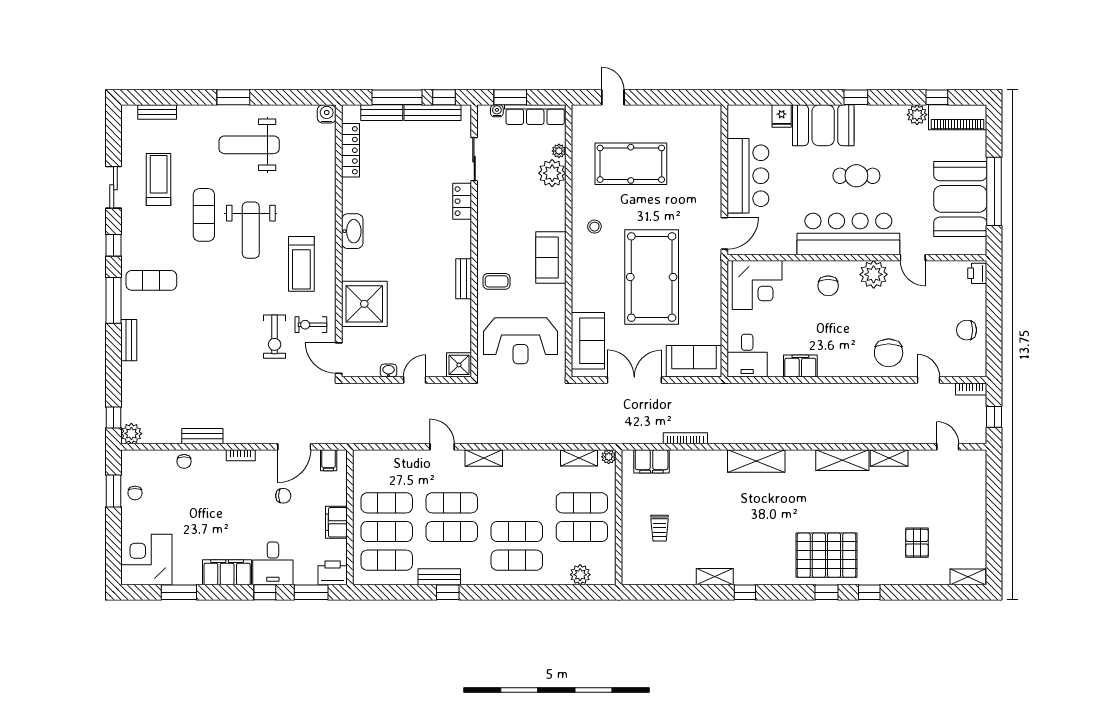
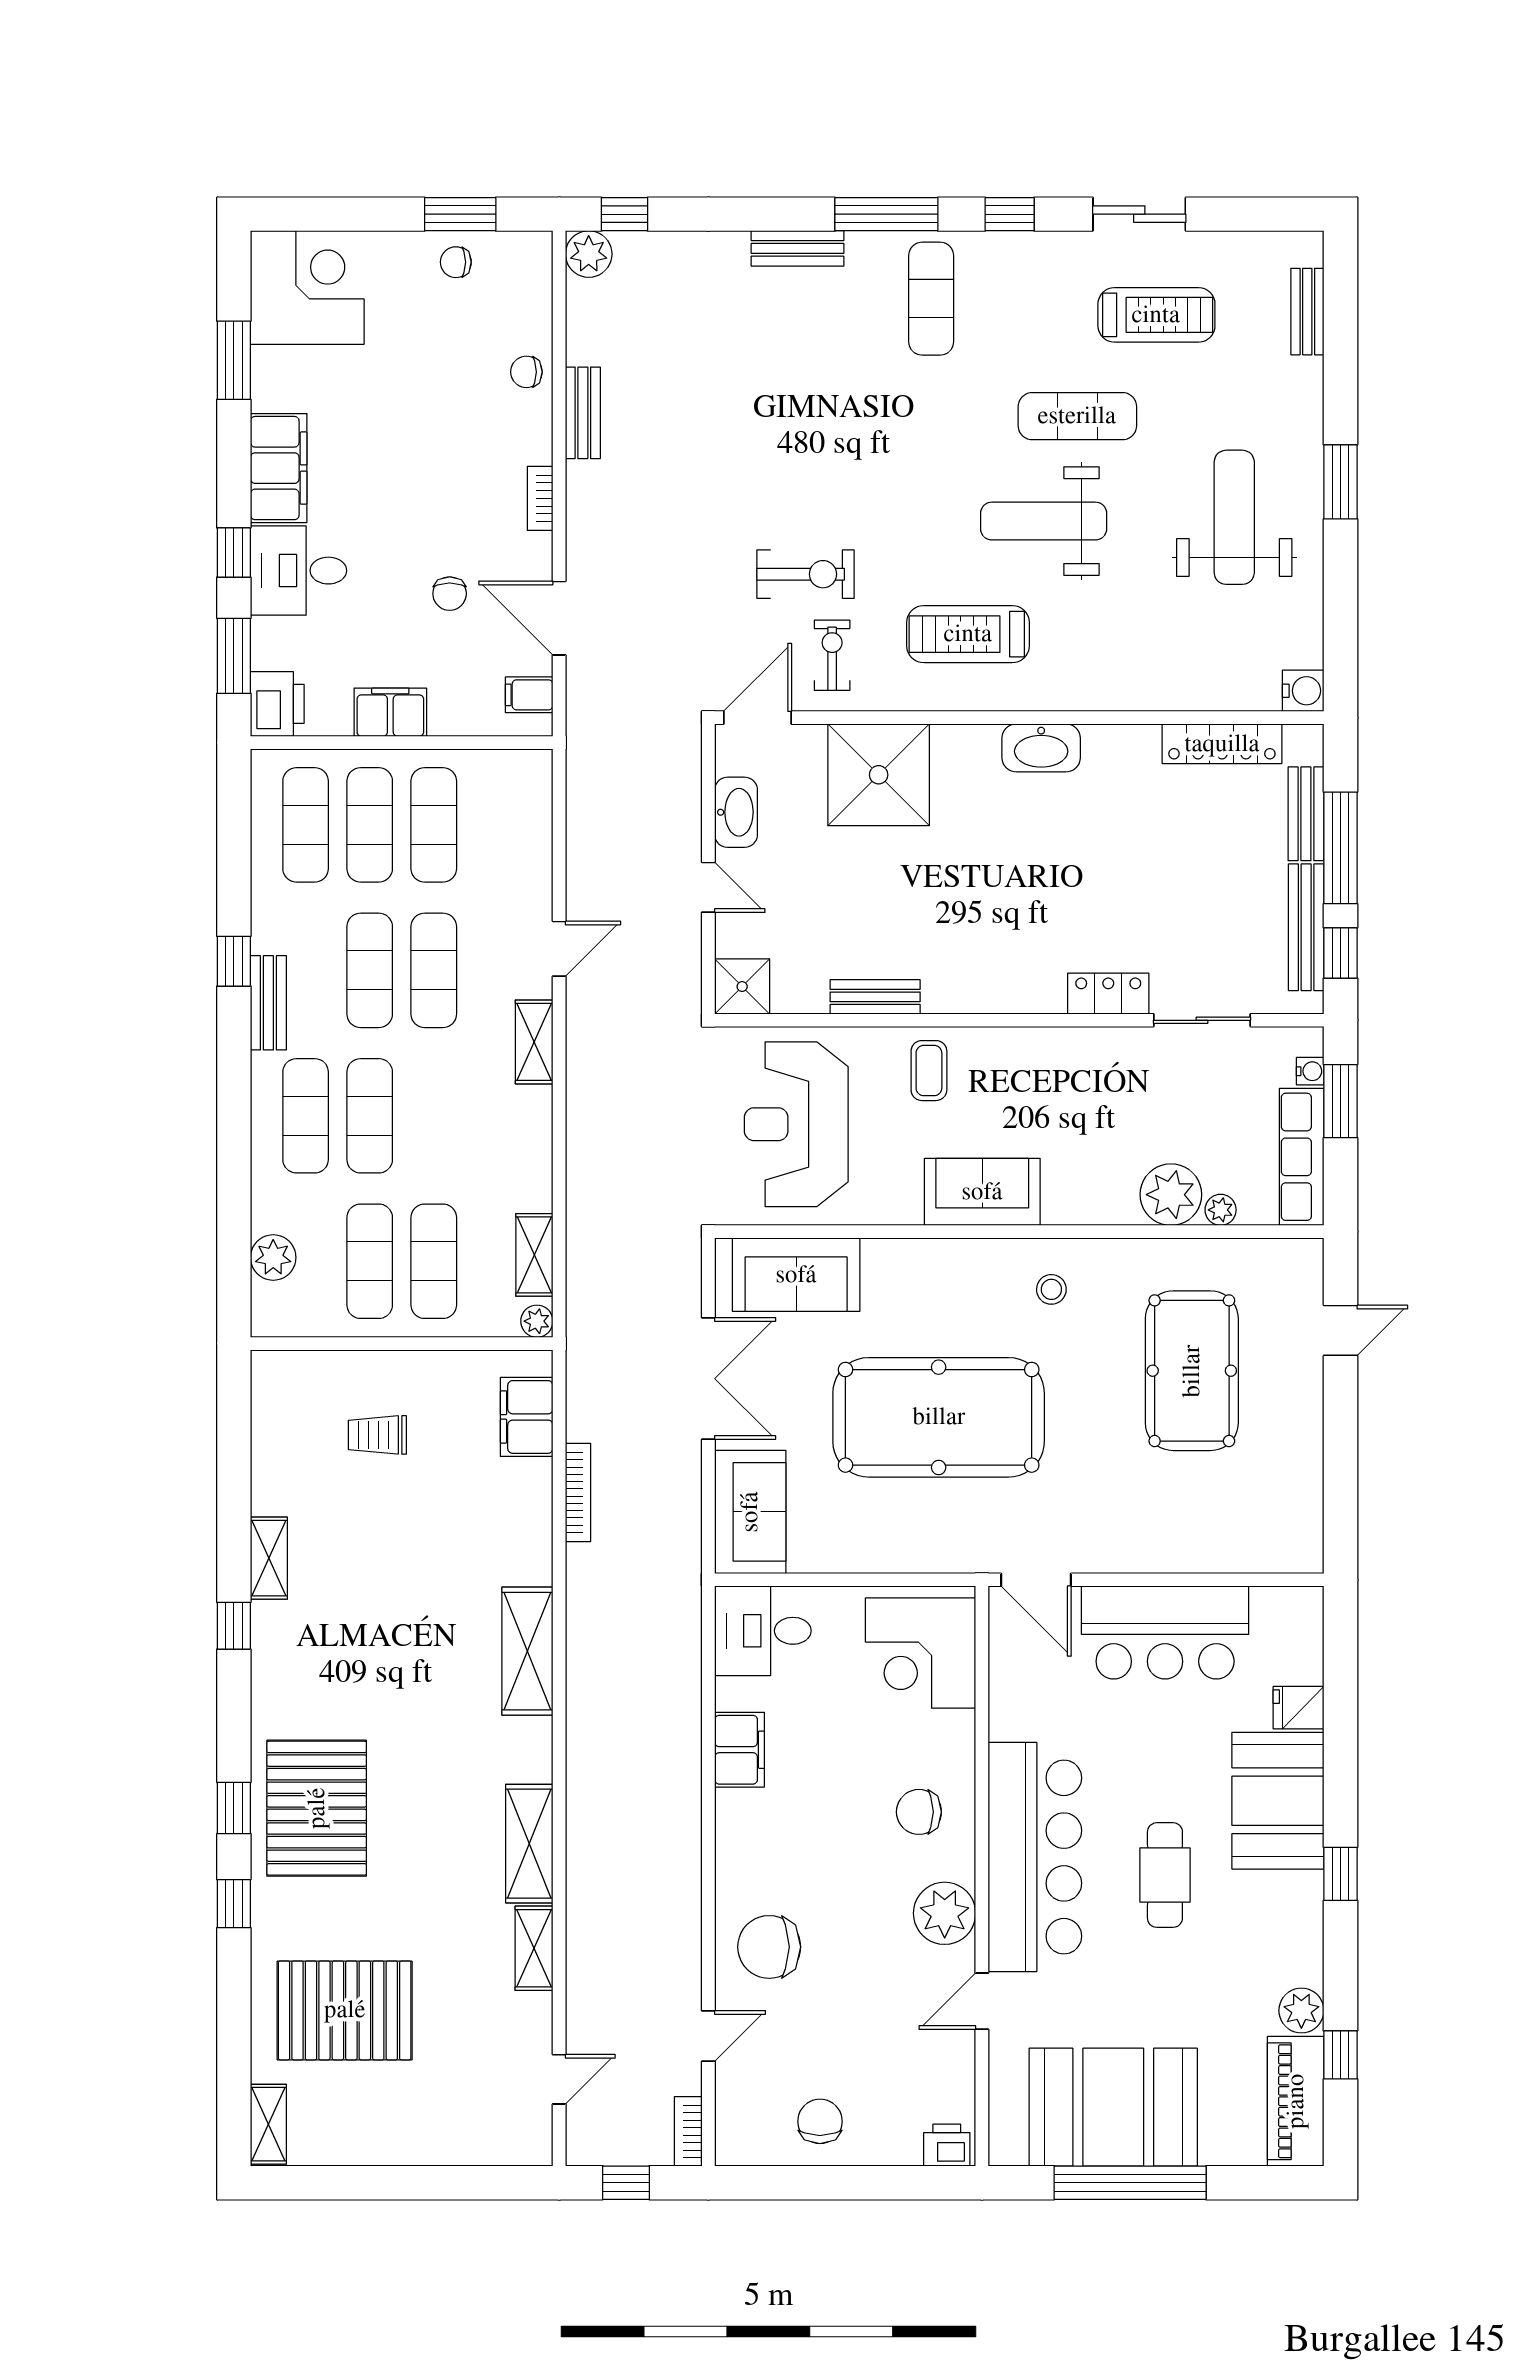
bench: (464, 279) -> (875, 997), moved
exercise bike: (275, 337) -> (805, 574), turned 180
washbasin: (389, 371) -> (736, 812), width x1.91, depth x1.45
pallet: (917, 543) -> (345, 2010), width x2.05, depth x2.00
bench: (439, 577) -> (268, 1003), moved

